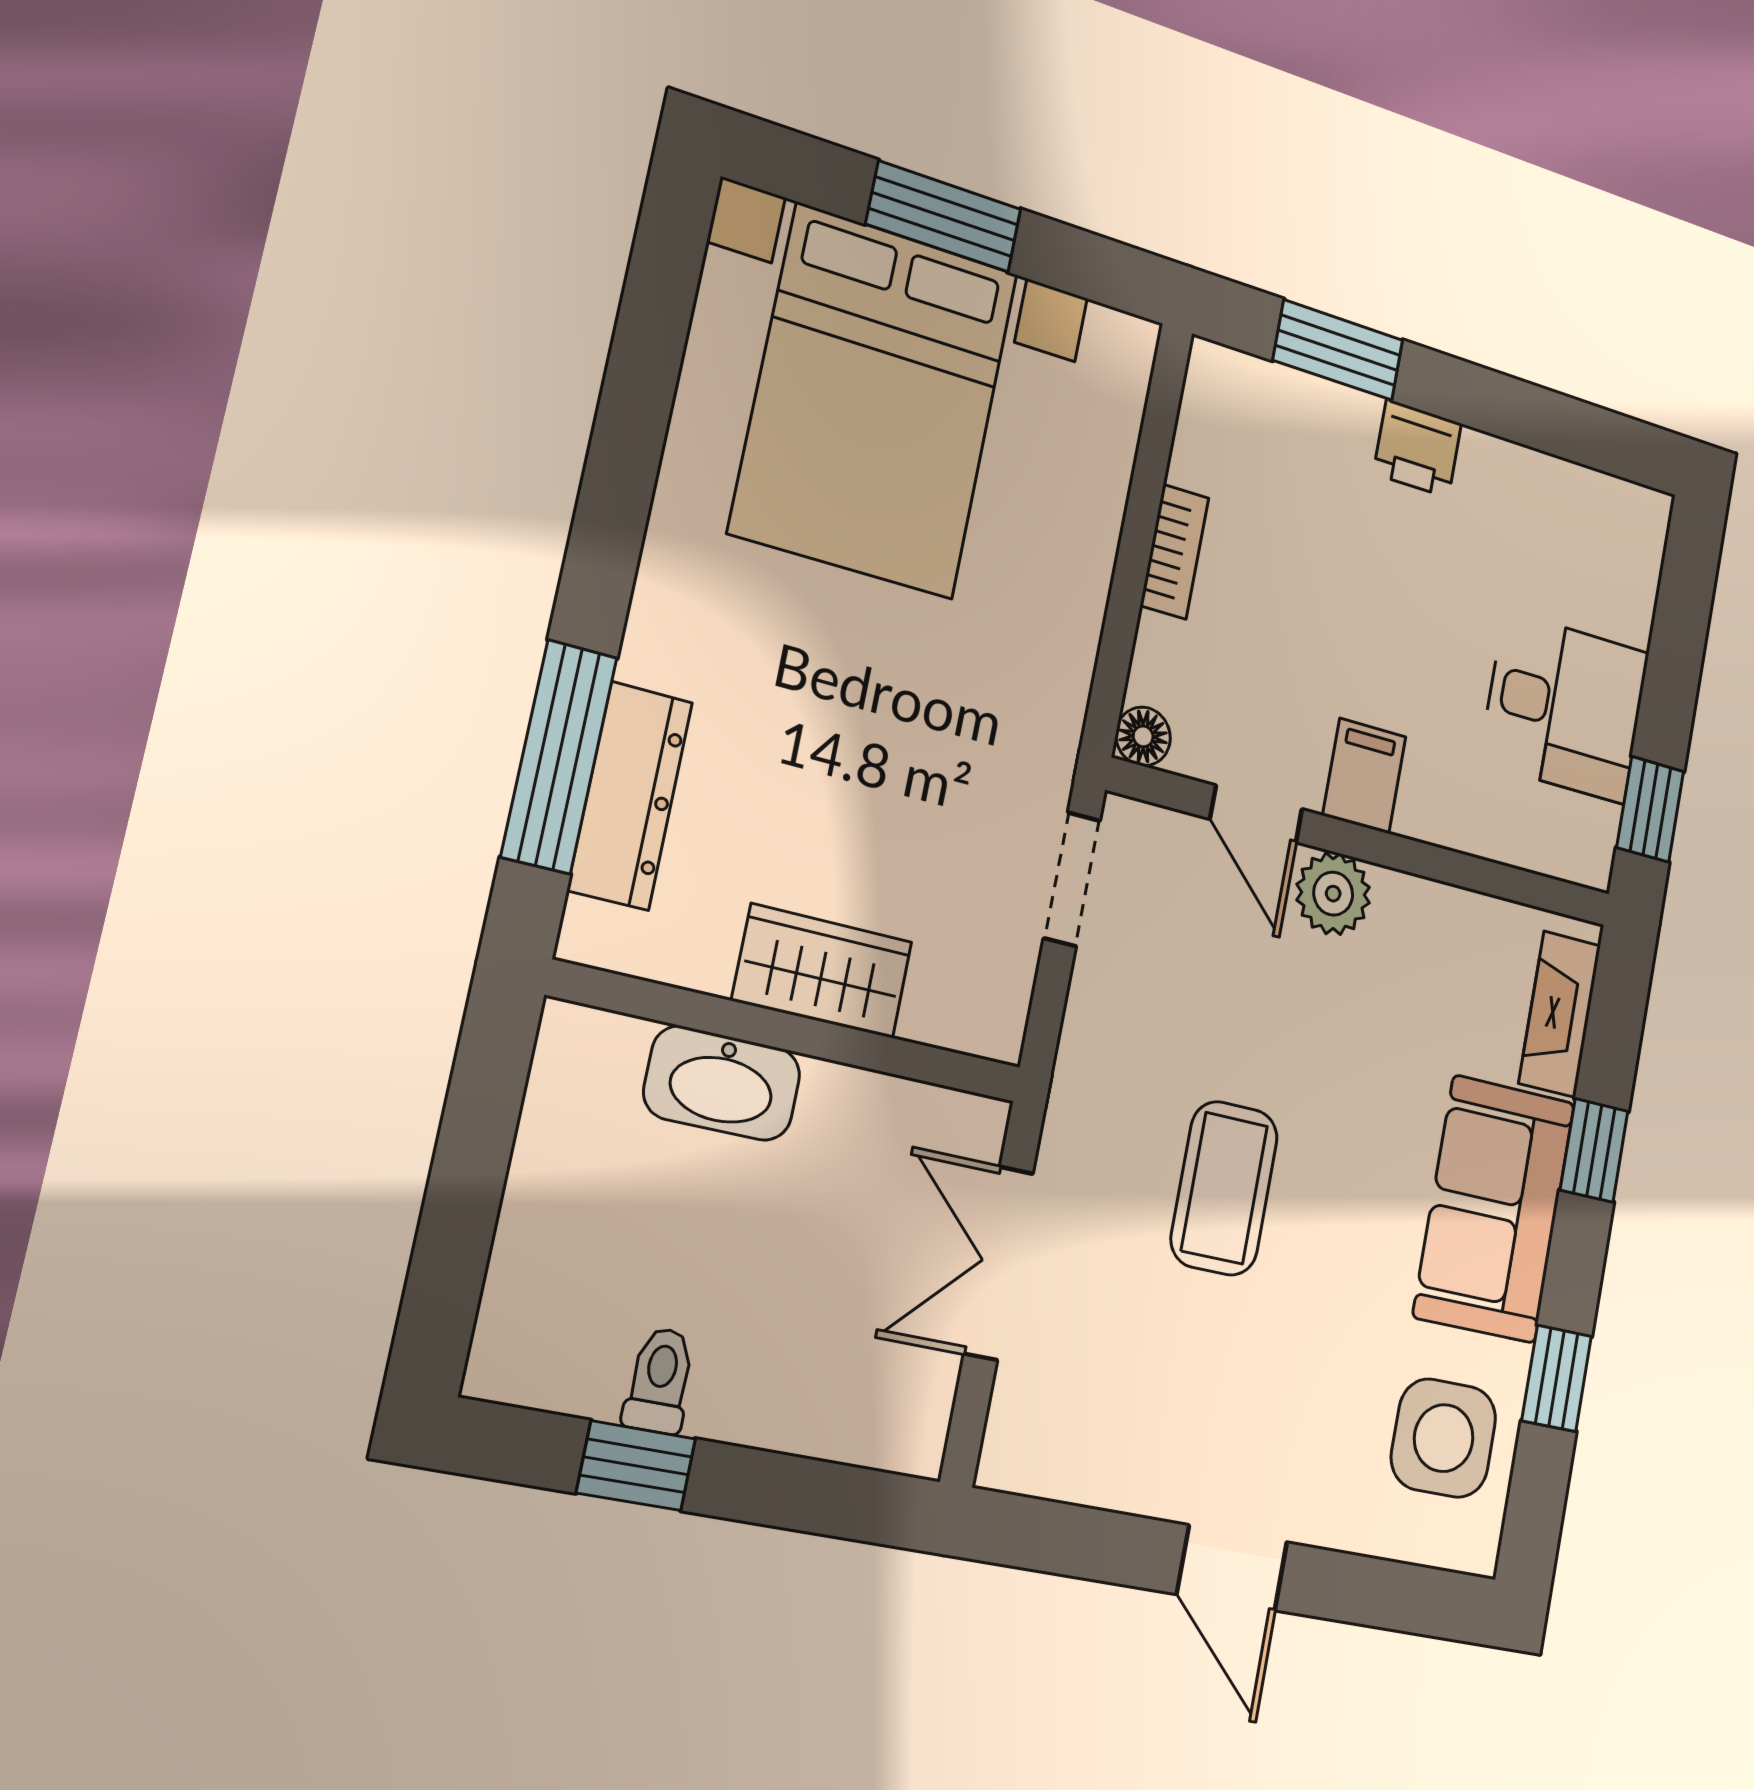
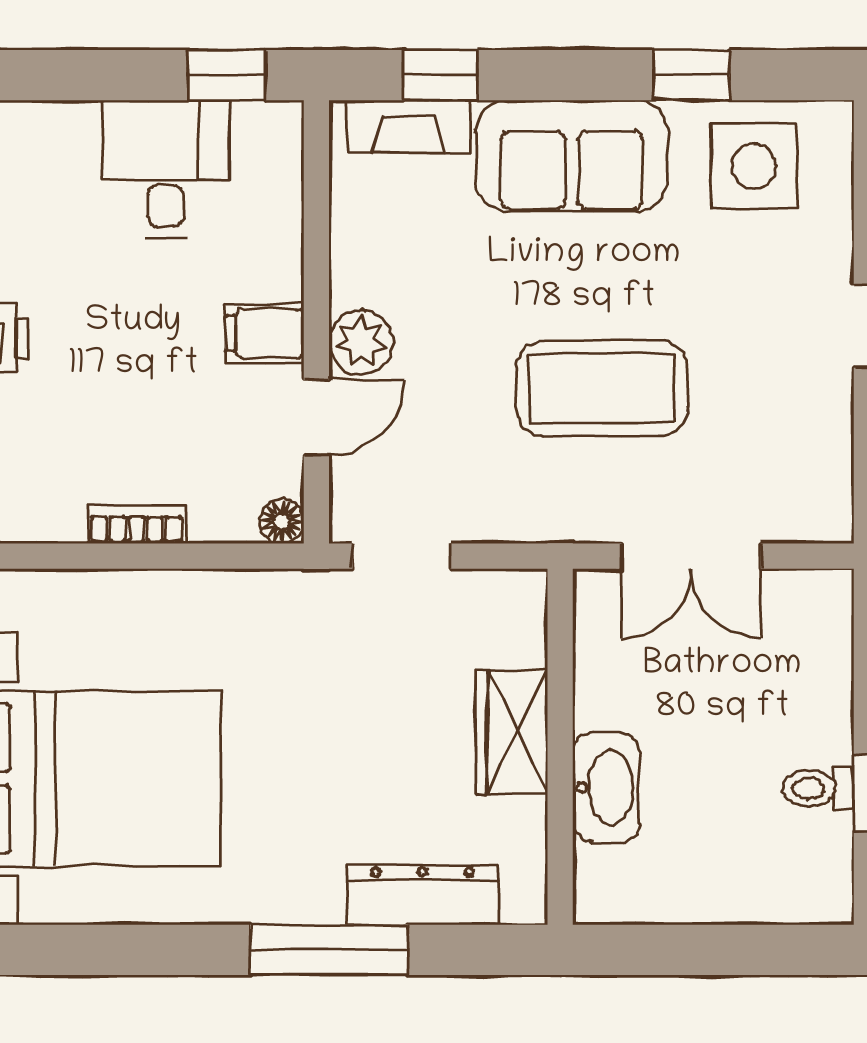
window: (559, 757) -> (329, 950), moved
window: (1594, 1150) -> (440, 75), moved
coffee table: (1224, 1188) -> (602, 388), width x1.36, depth x1.32

